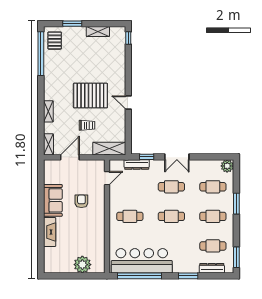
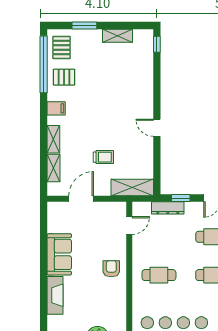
filing cabinet: (51, 88) -> (56, 108), added
pallet: (90, 96) -> (64, 77), moved, width x0.49, depth x0.50
shelving: (48, 144) -> (54, 168), moved
armchair: (81, 201) -> (111, 269), moved

